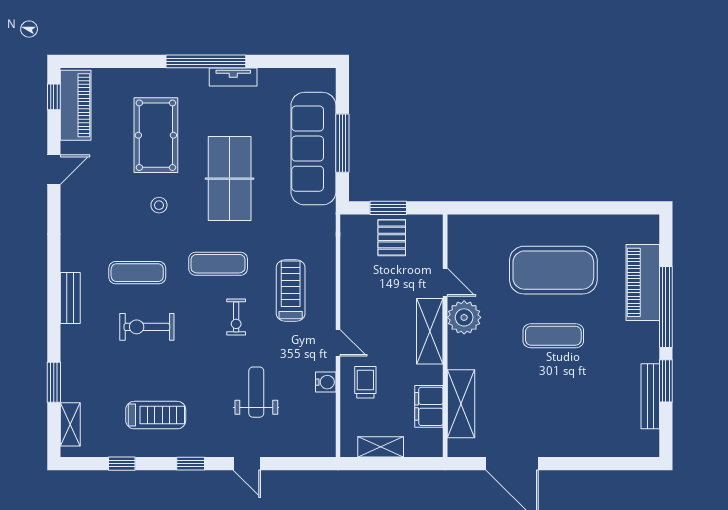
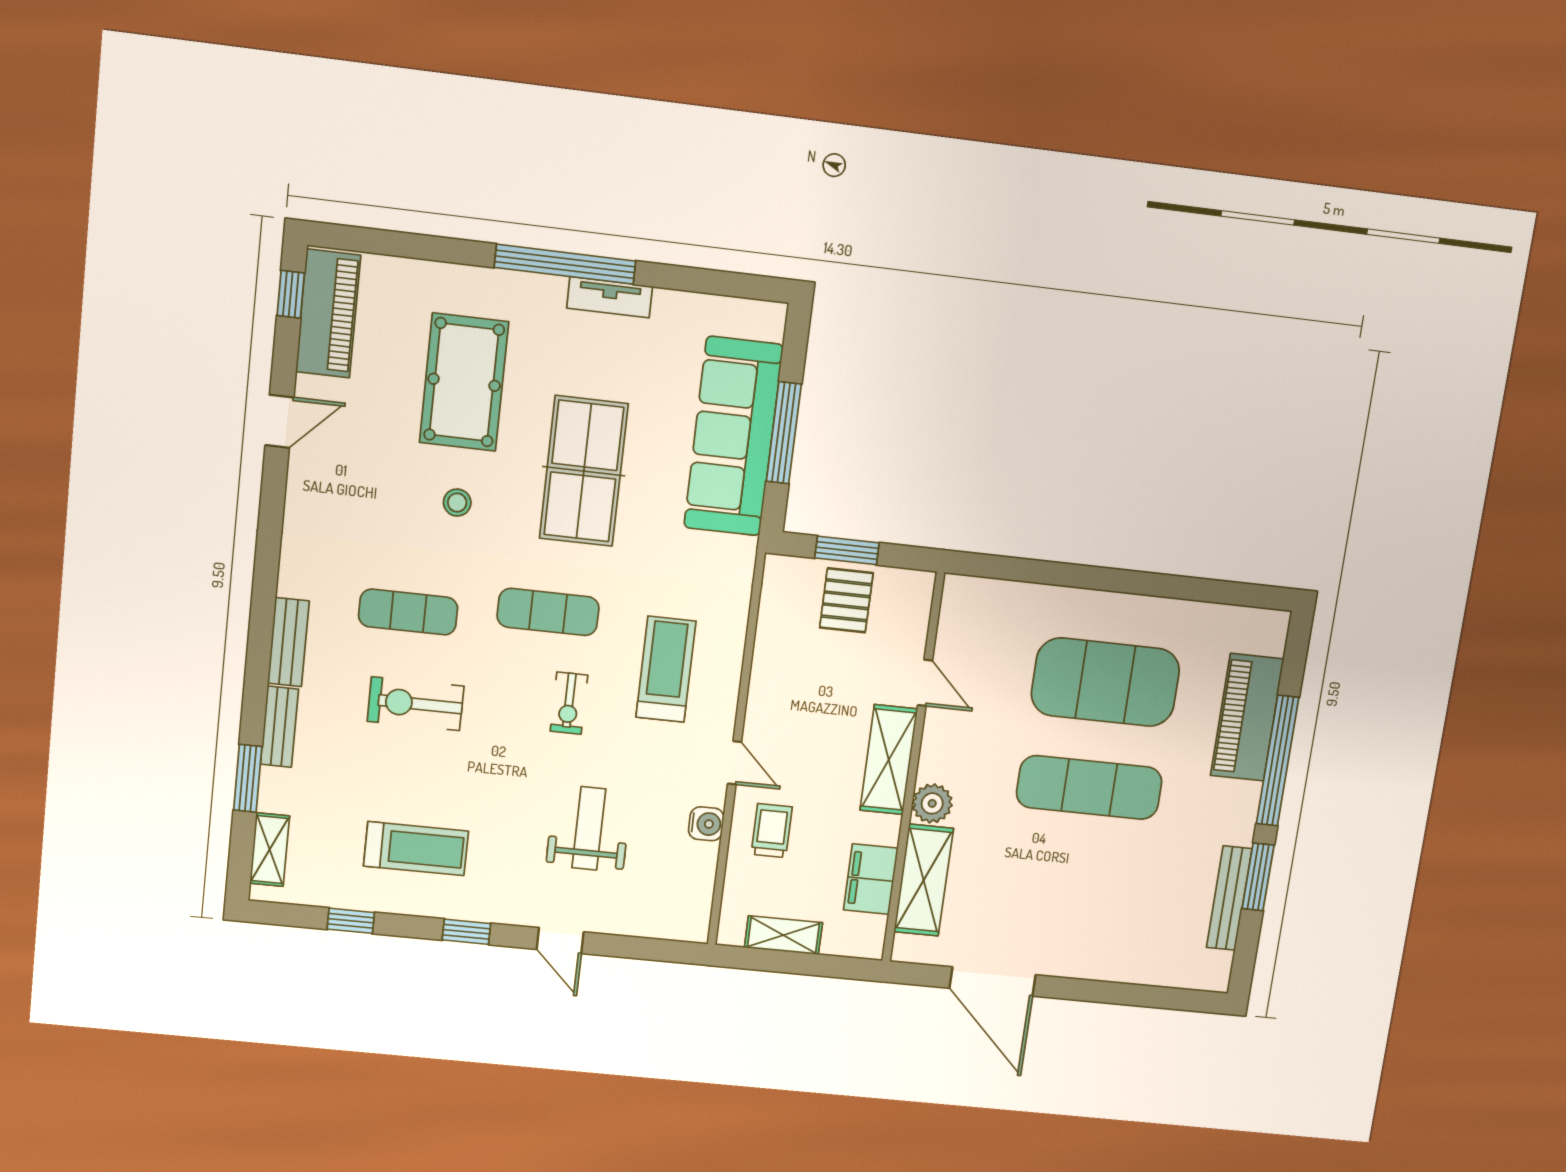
plant: (464, 317) -> (932, 803), moved, width x0.73, depth x0.73
exercise mat: (553, 336) -> (1089, 787), width x1.36, depth x1.45
bench: (69, 349) -> (279, 727), added

